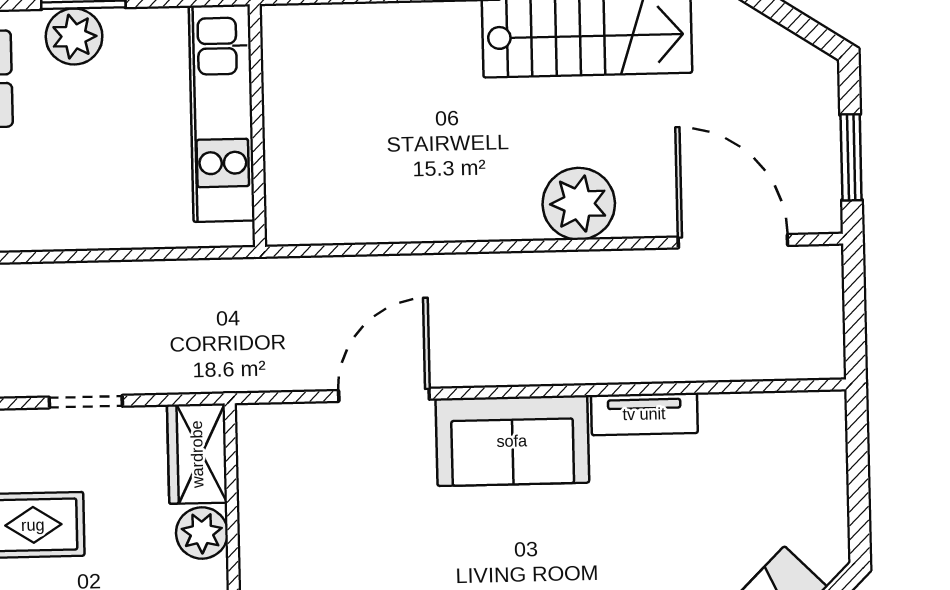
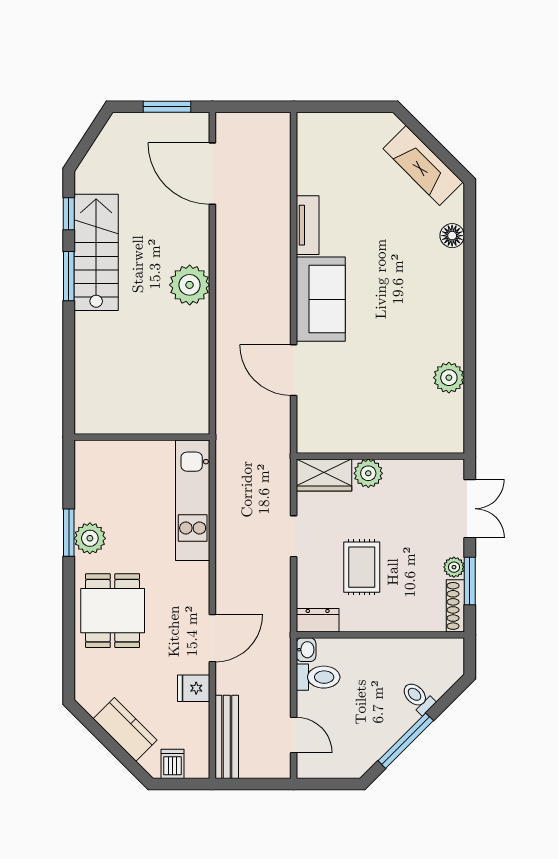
kitchen unit: (222, 113) -> (193, 500), moved, turned 90
plant: (579, 204) -> (190, 285), moved
door: (733, 241) -> (212, 174), hinge flipped

